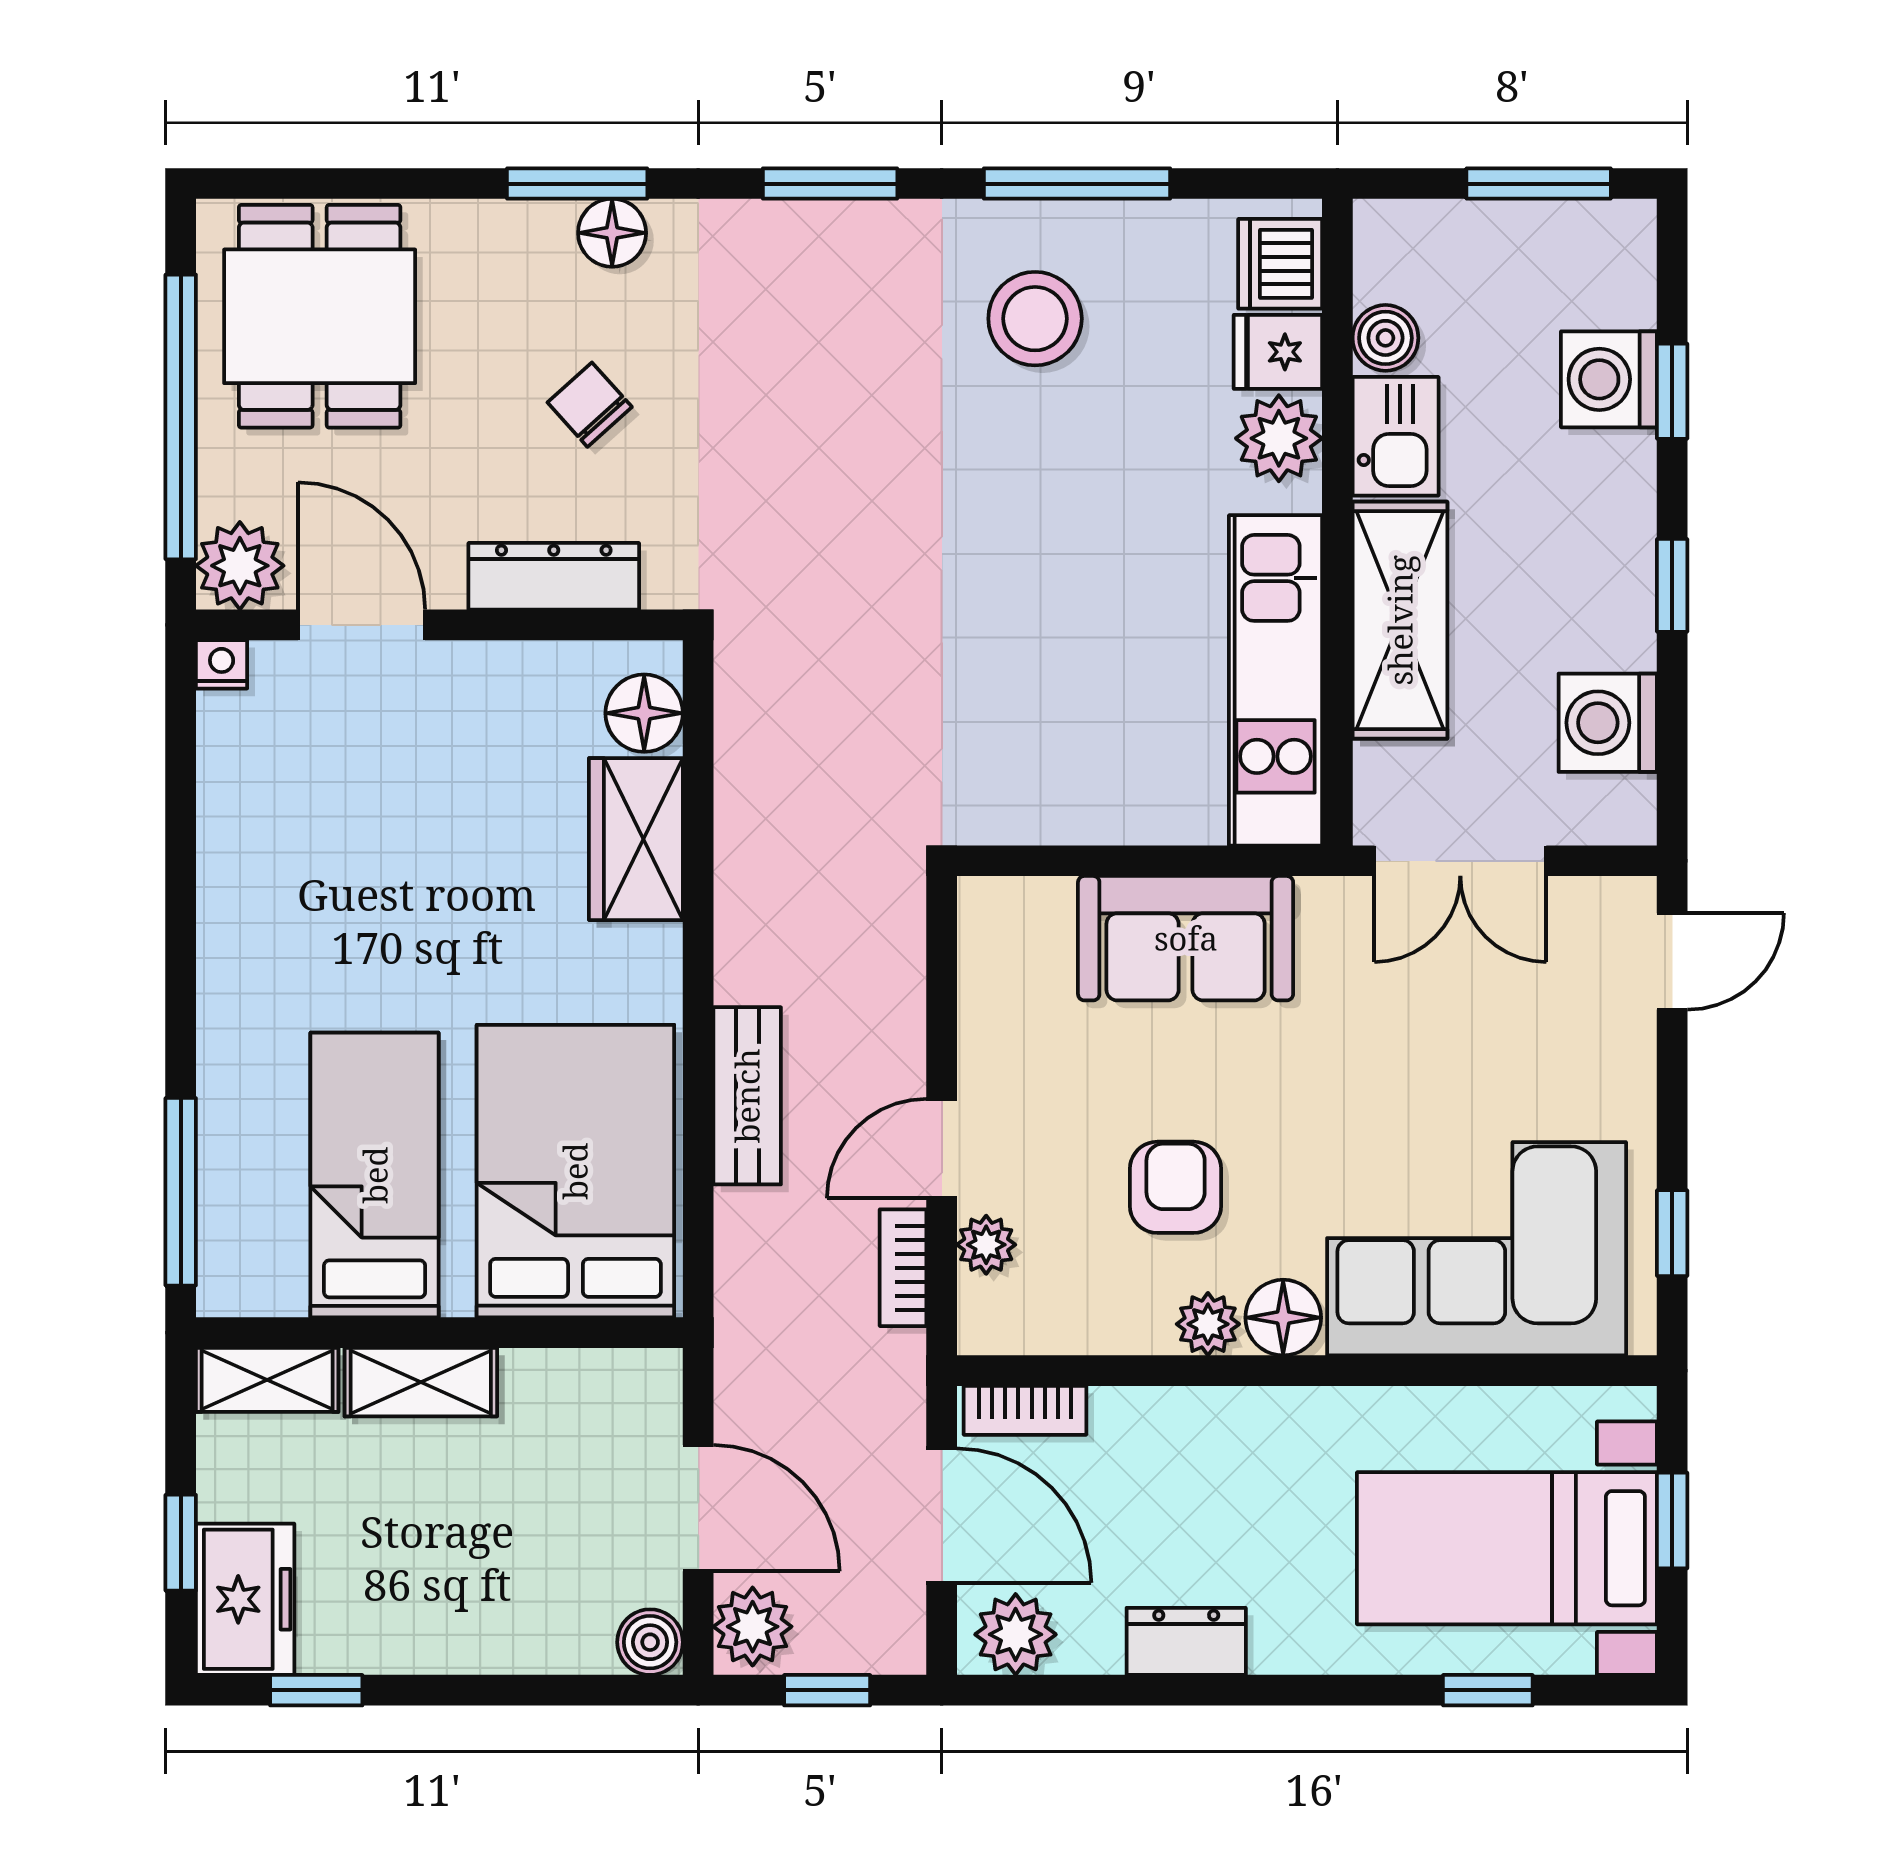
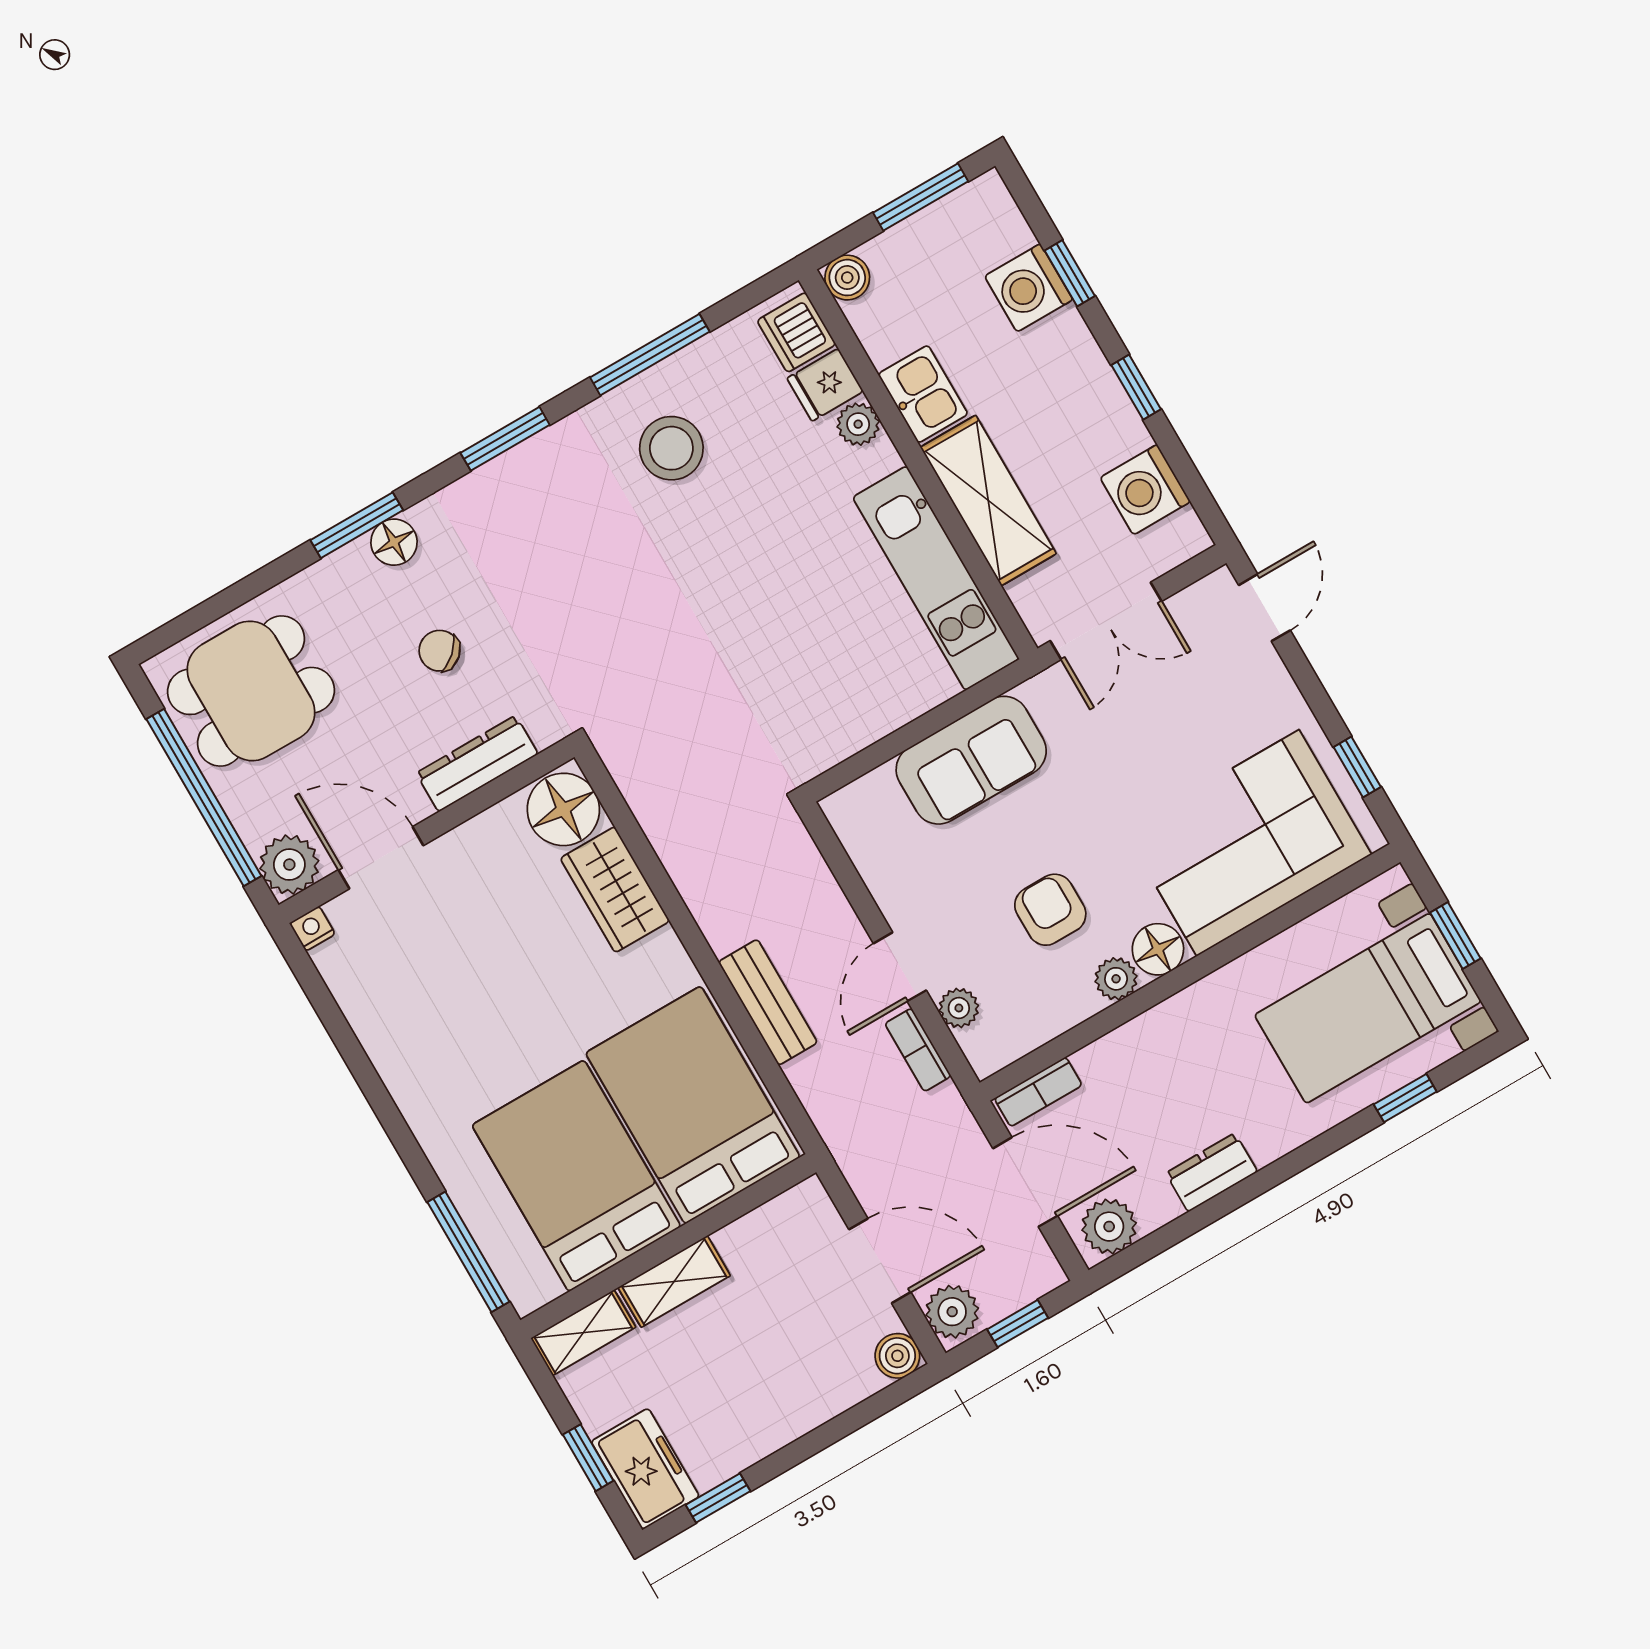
dining table: (320, 316) -> (251, 691), turned 90
boiler: (1385, 338) -> (847, 278), moved
plant: (1279, 438) -> (858, 424), width x0.73, depth x0.73
floor lamp: (644, 713) -> (563, 809), width x1.38, depth x1.38
bed: (375, 1175) -> (576, 1176), width x1.50

